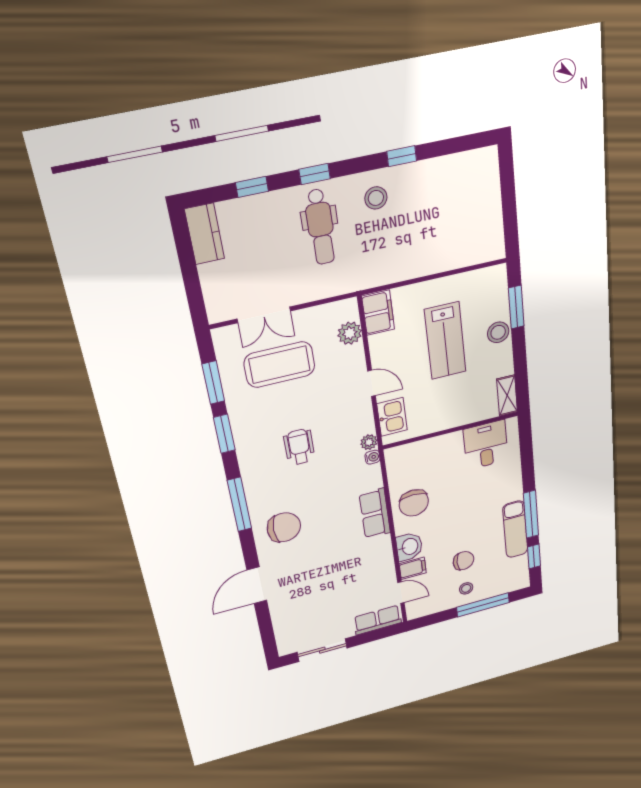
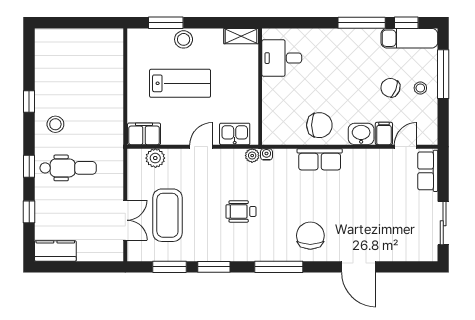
exam couch: (515, 529) -> (409, 38), moved
chair: (463, 561) -> (390, 88), turned -68

